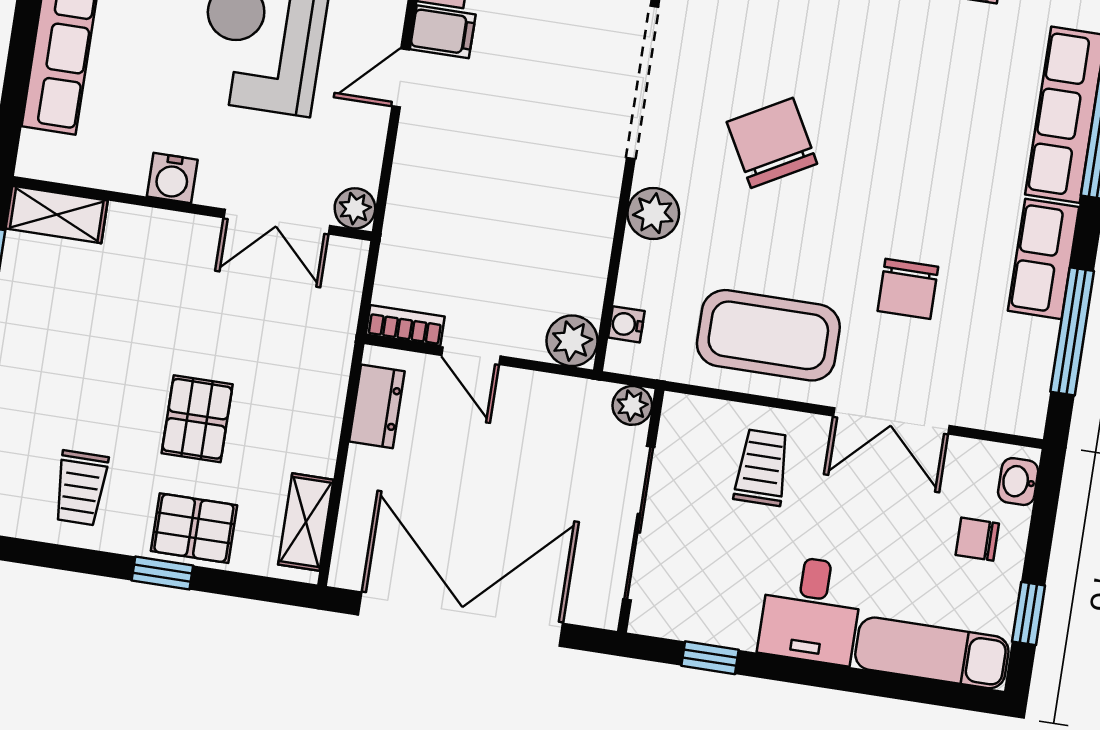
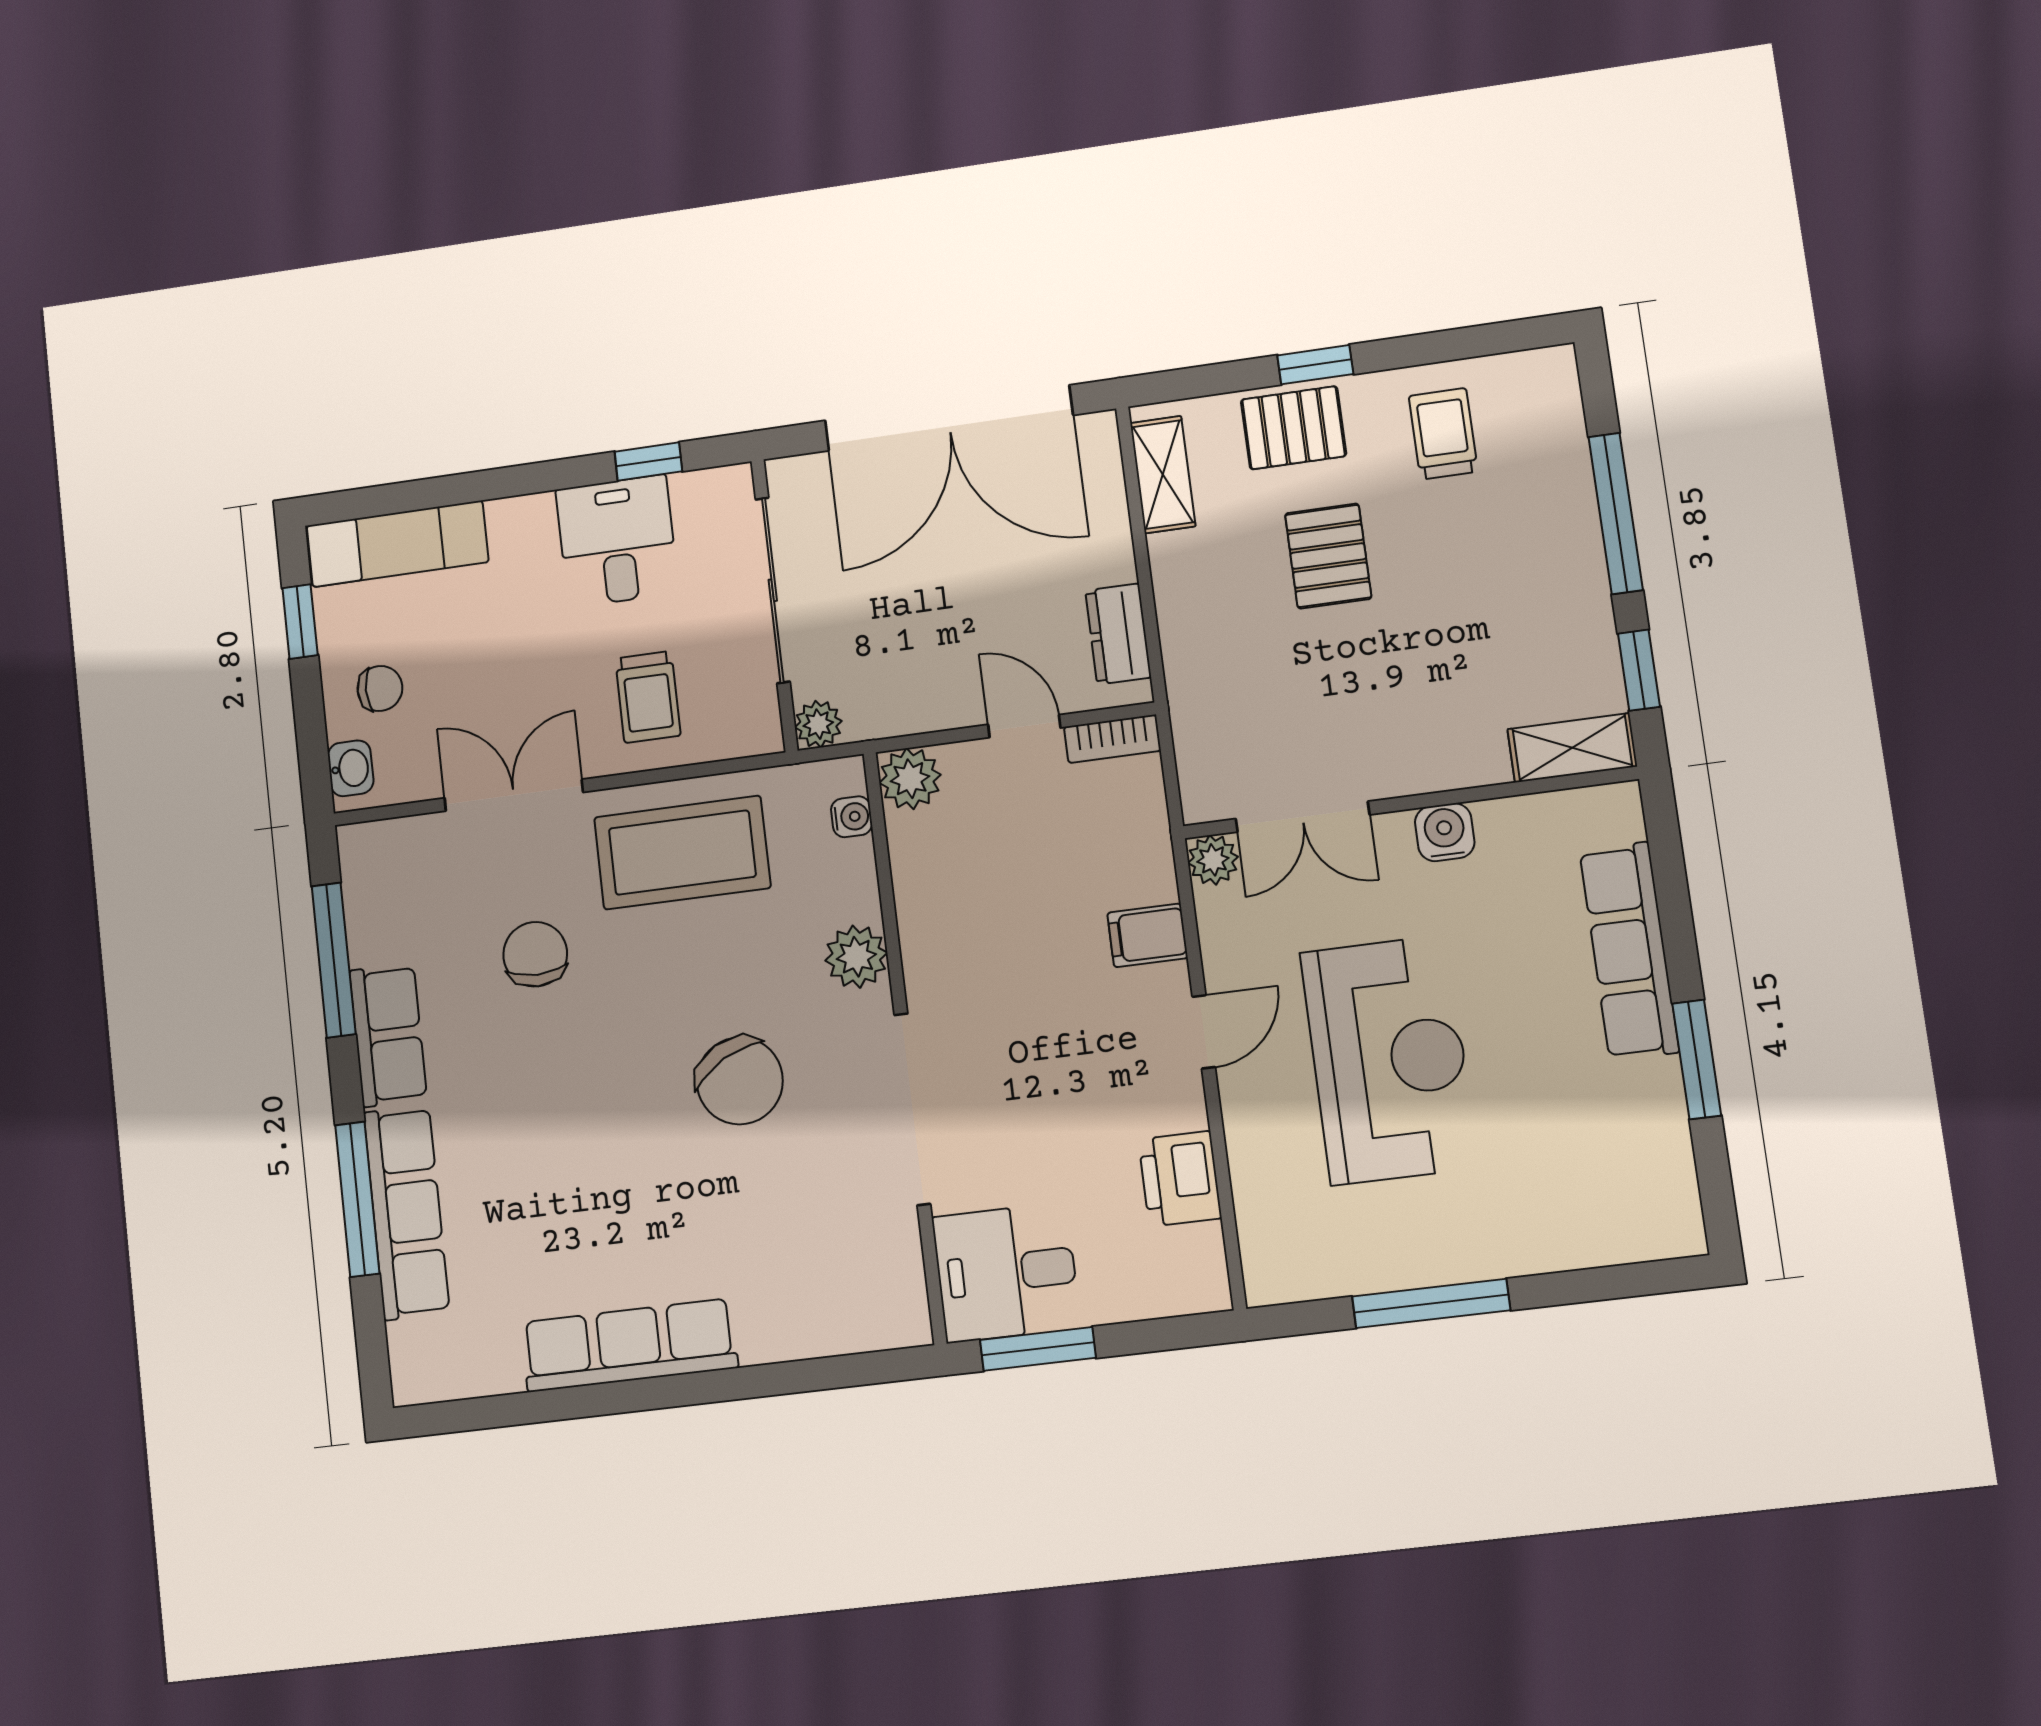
filing cabinet: (443, 32) -> (1147, 935), moved
double door: (277, 222) -> (1302, 817), swing flipped
desk: (811, 610) -> (617, 541), moved

